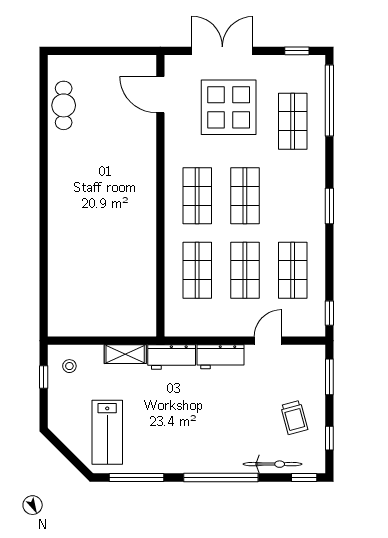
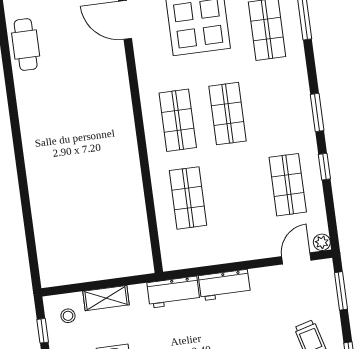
shop shelf: (245, 270) -> (238, 191), removed
window: (329, 313) -> (324, 167), moved
plant: (318, 329) -> (322, 242), added
door: (268, 341) -> (296, 258), moved
shelving: (125, 354) -> (106, 298), moved

